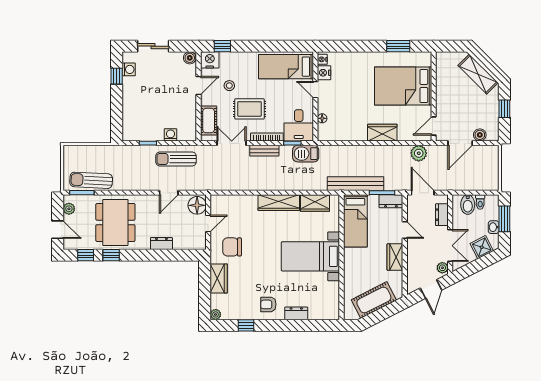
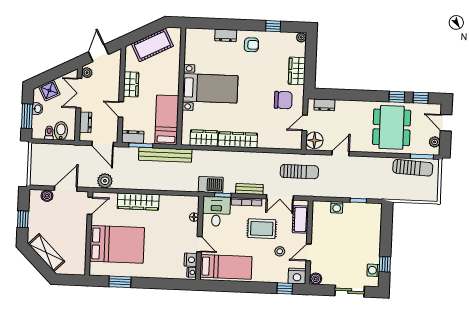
wardrobe: (382, 133) -> (138, 202), width x1.50
sun lounger: (176, 159) -> (299, 172), moved
dresser: (161, 244) -> (324, 105), moved

